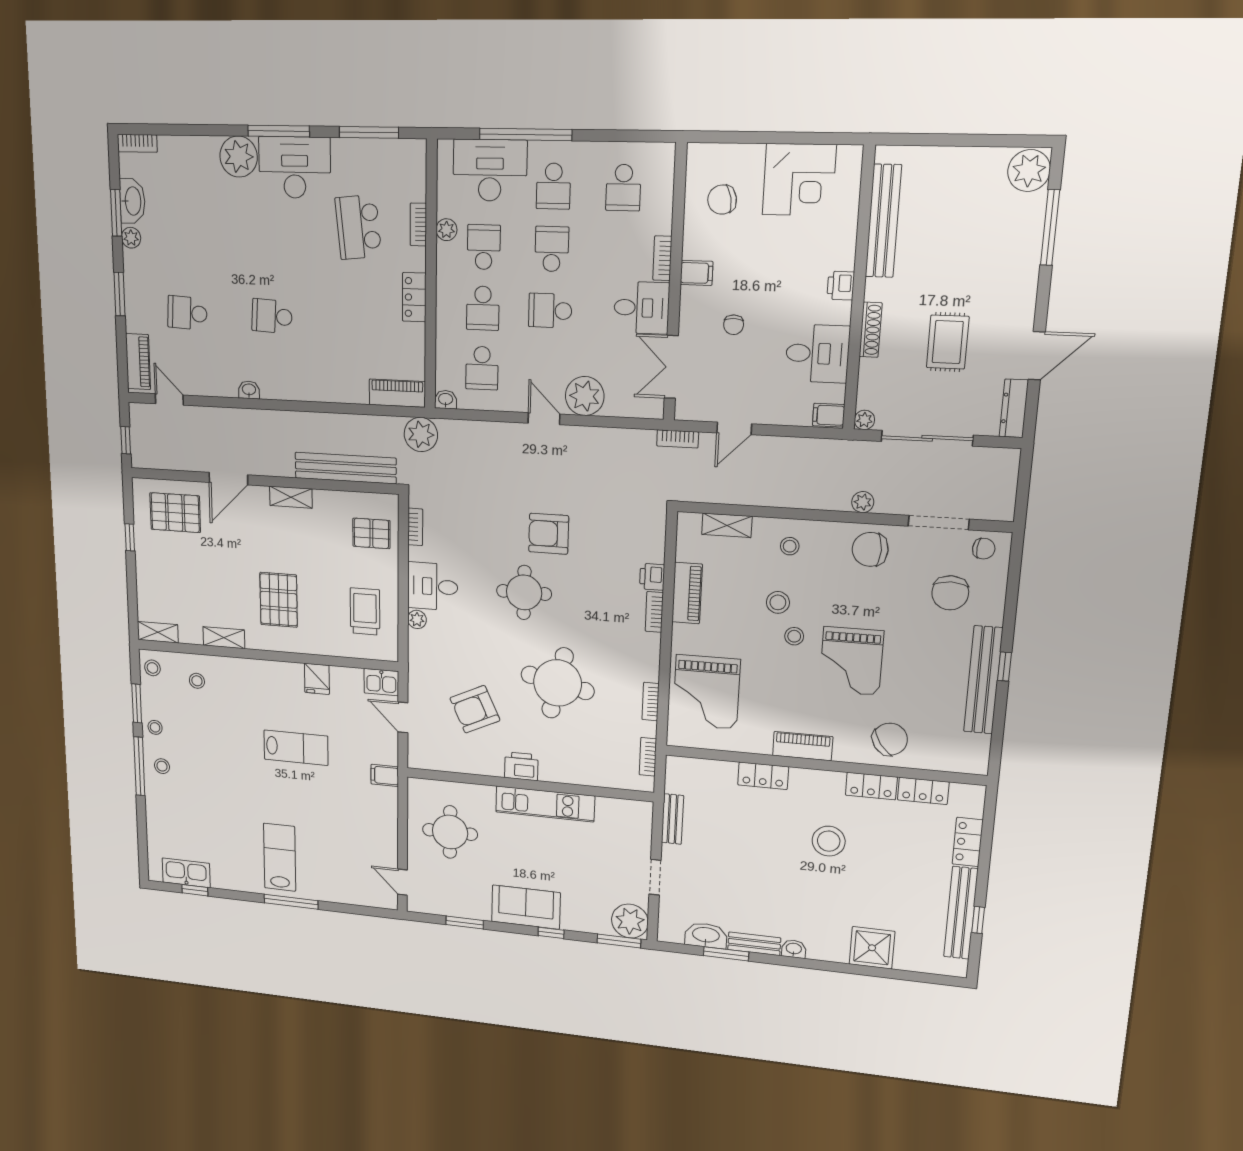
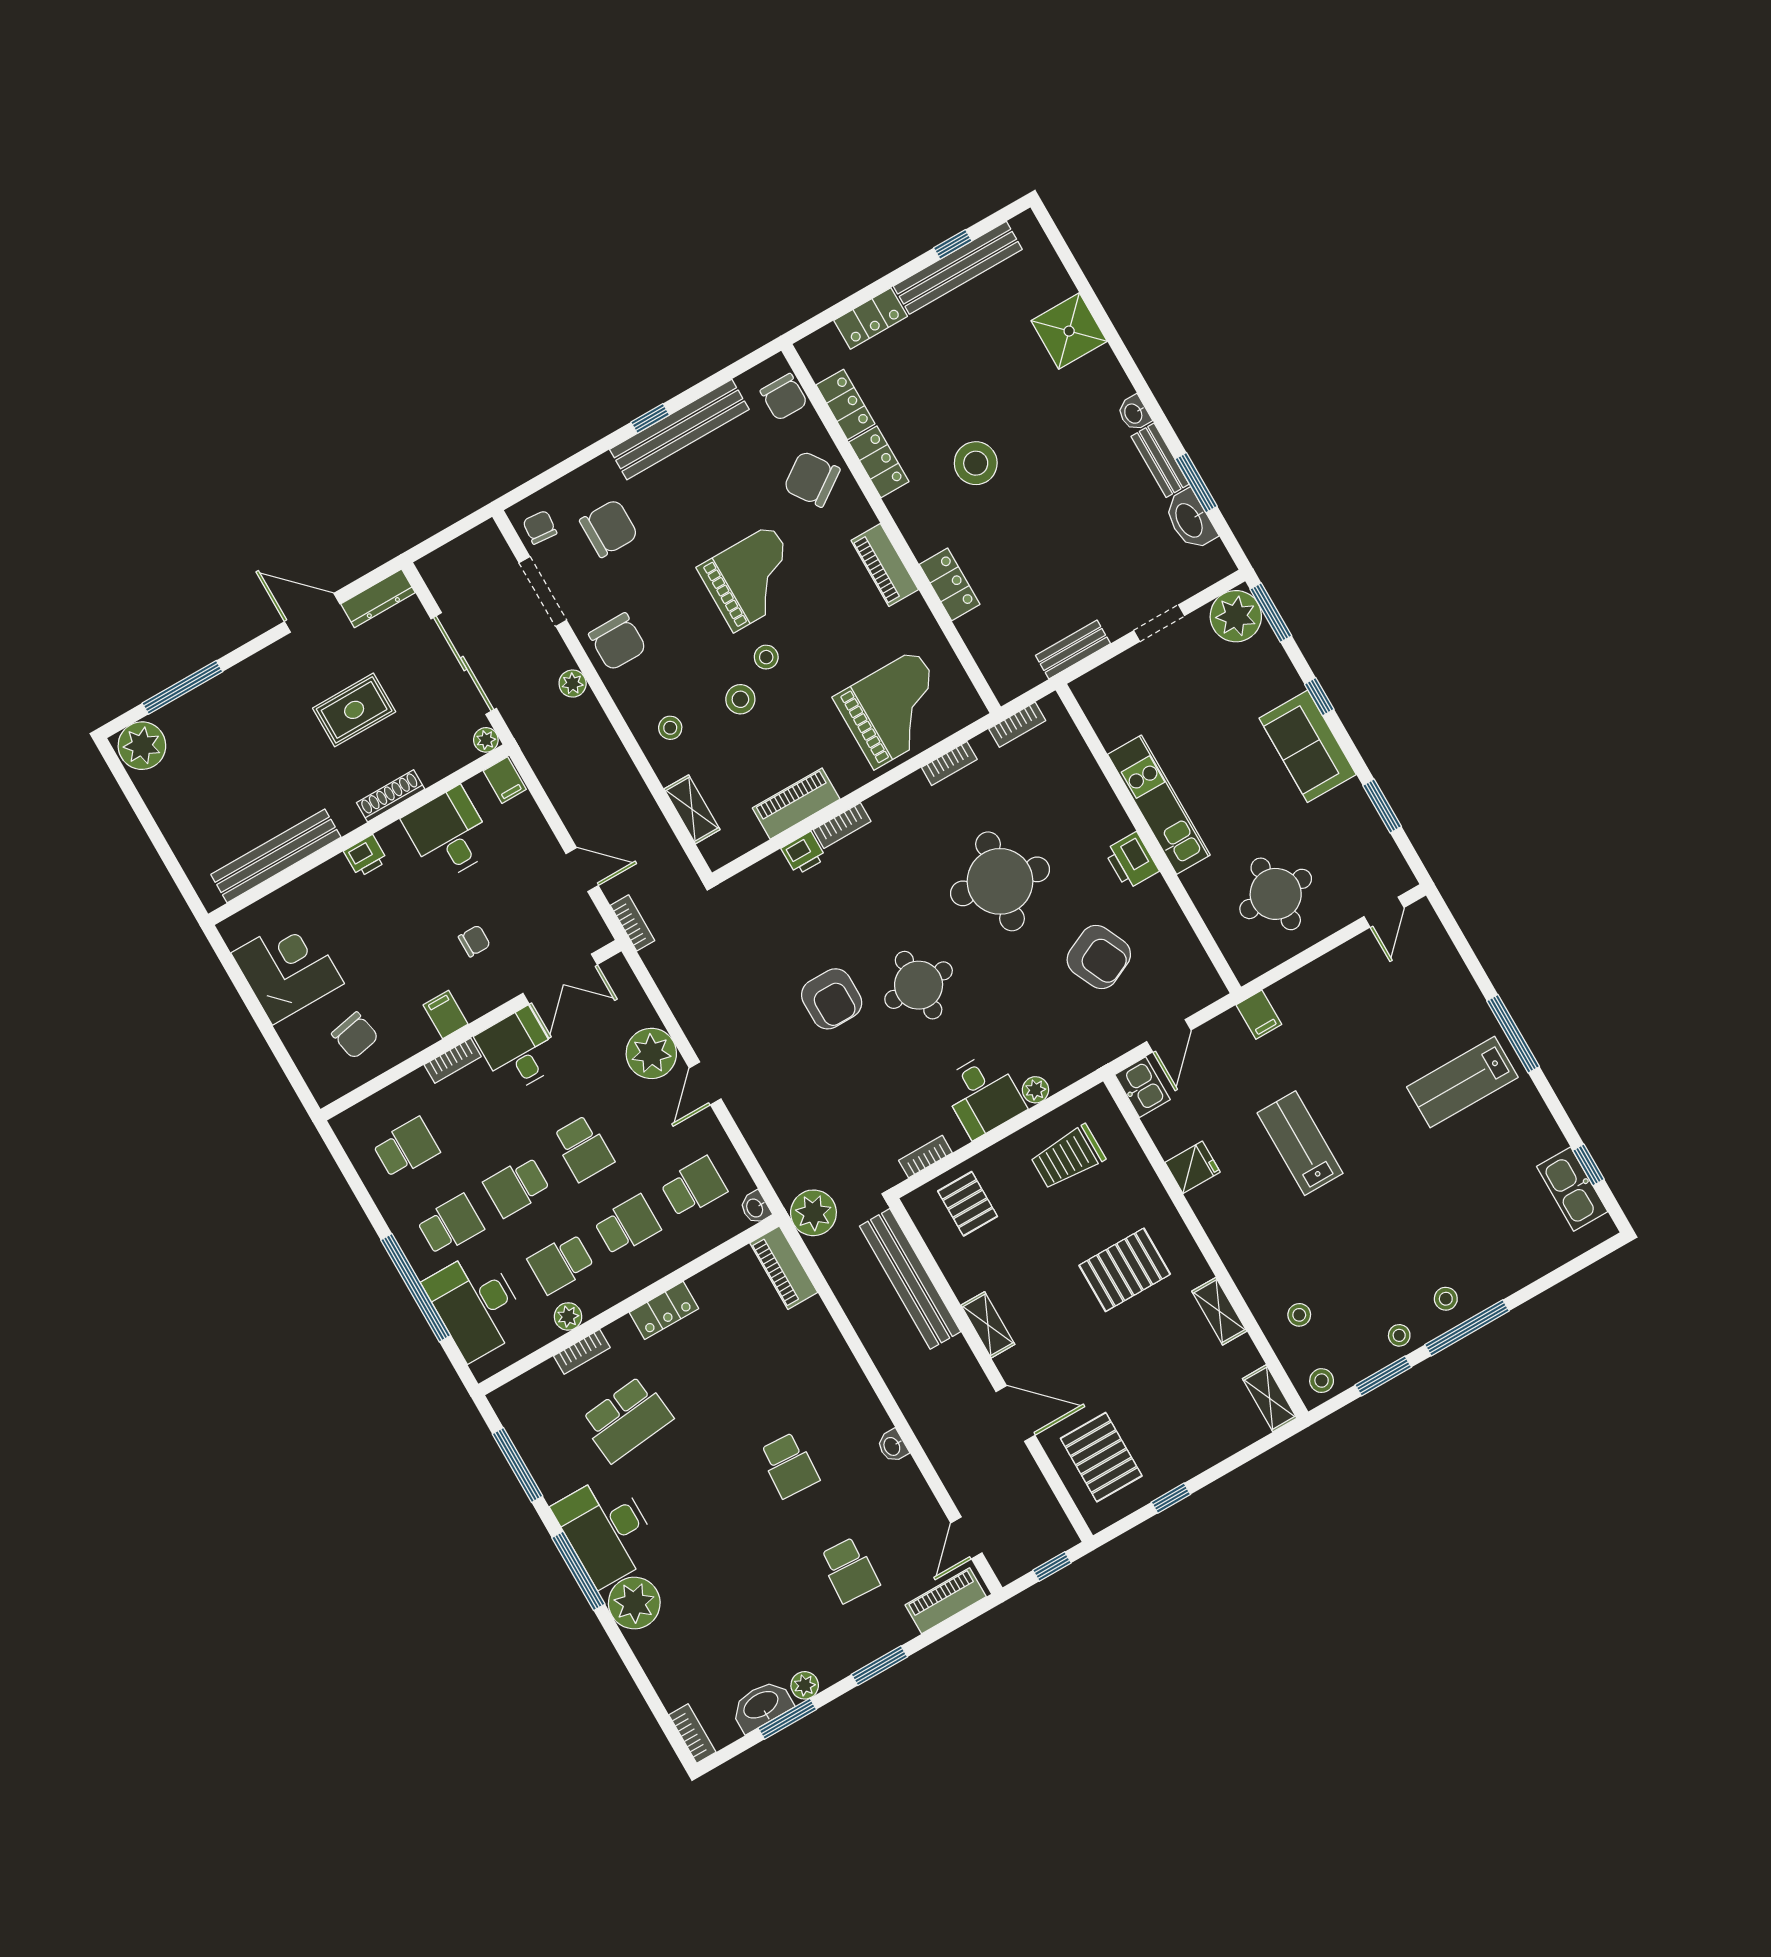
chair: (956, 757) -> (784, 397), added

